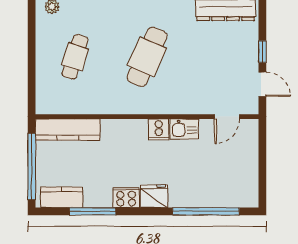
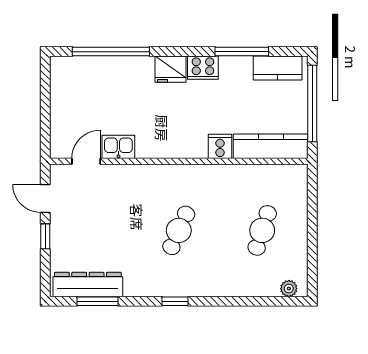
cafe table: (147, 57) -> (179, 230), width x0.73, depth x0.74
cooker: (159, 129) -> (220, 146), moved
kitchen sink: (184, 129) -> (118, 147), moved

